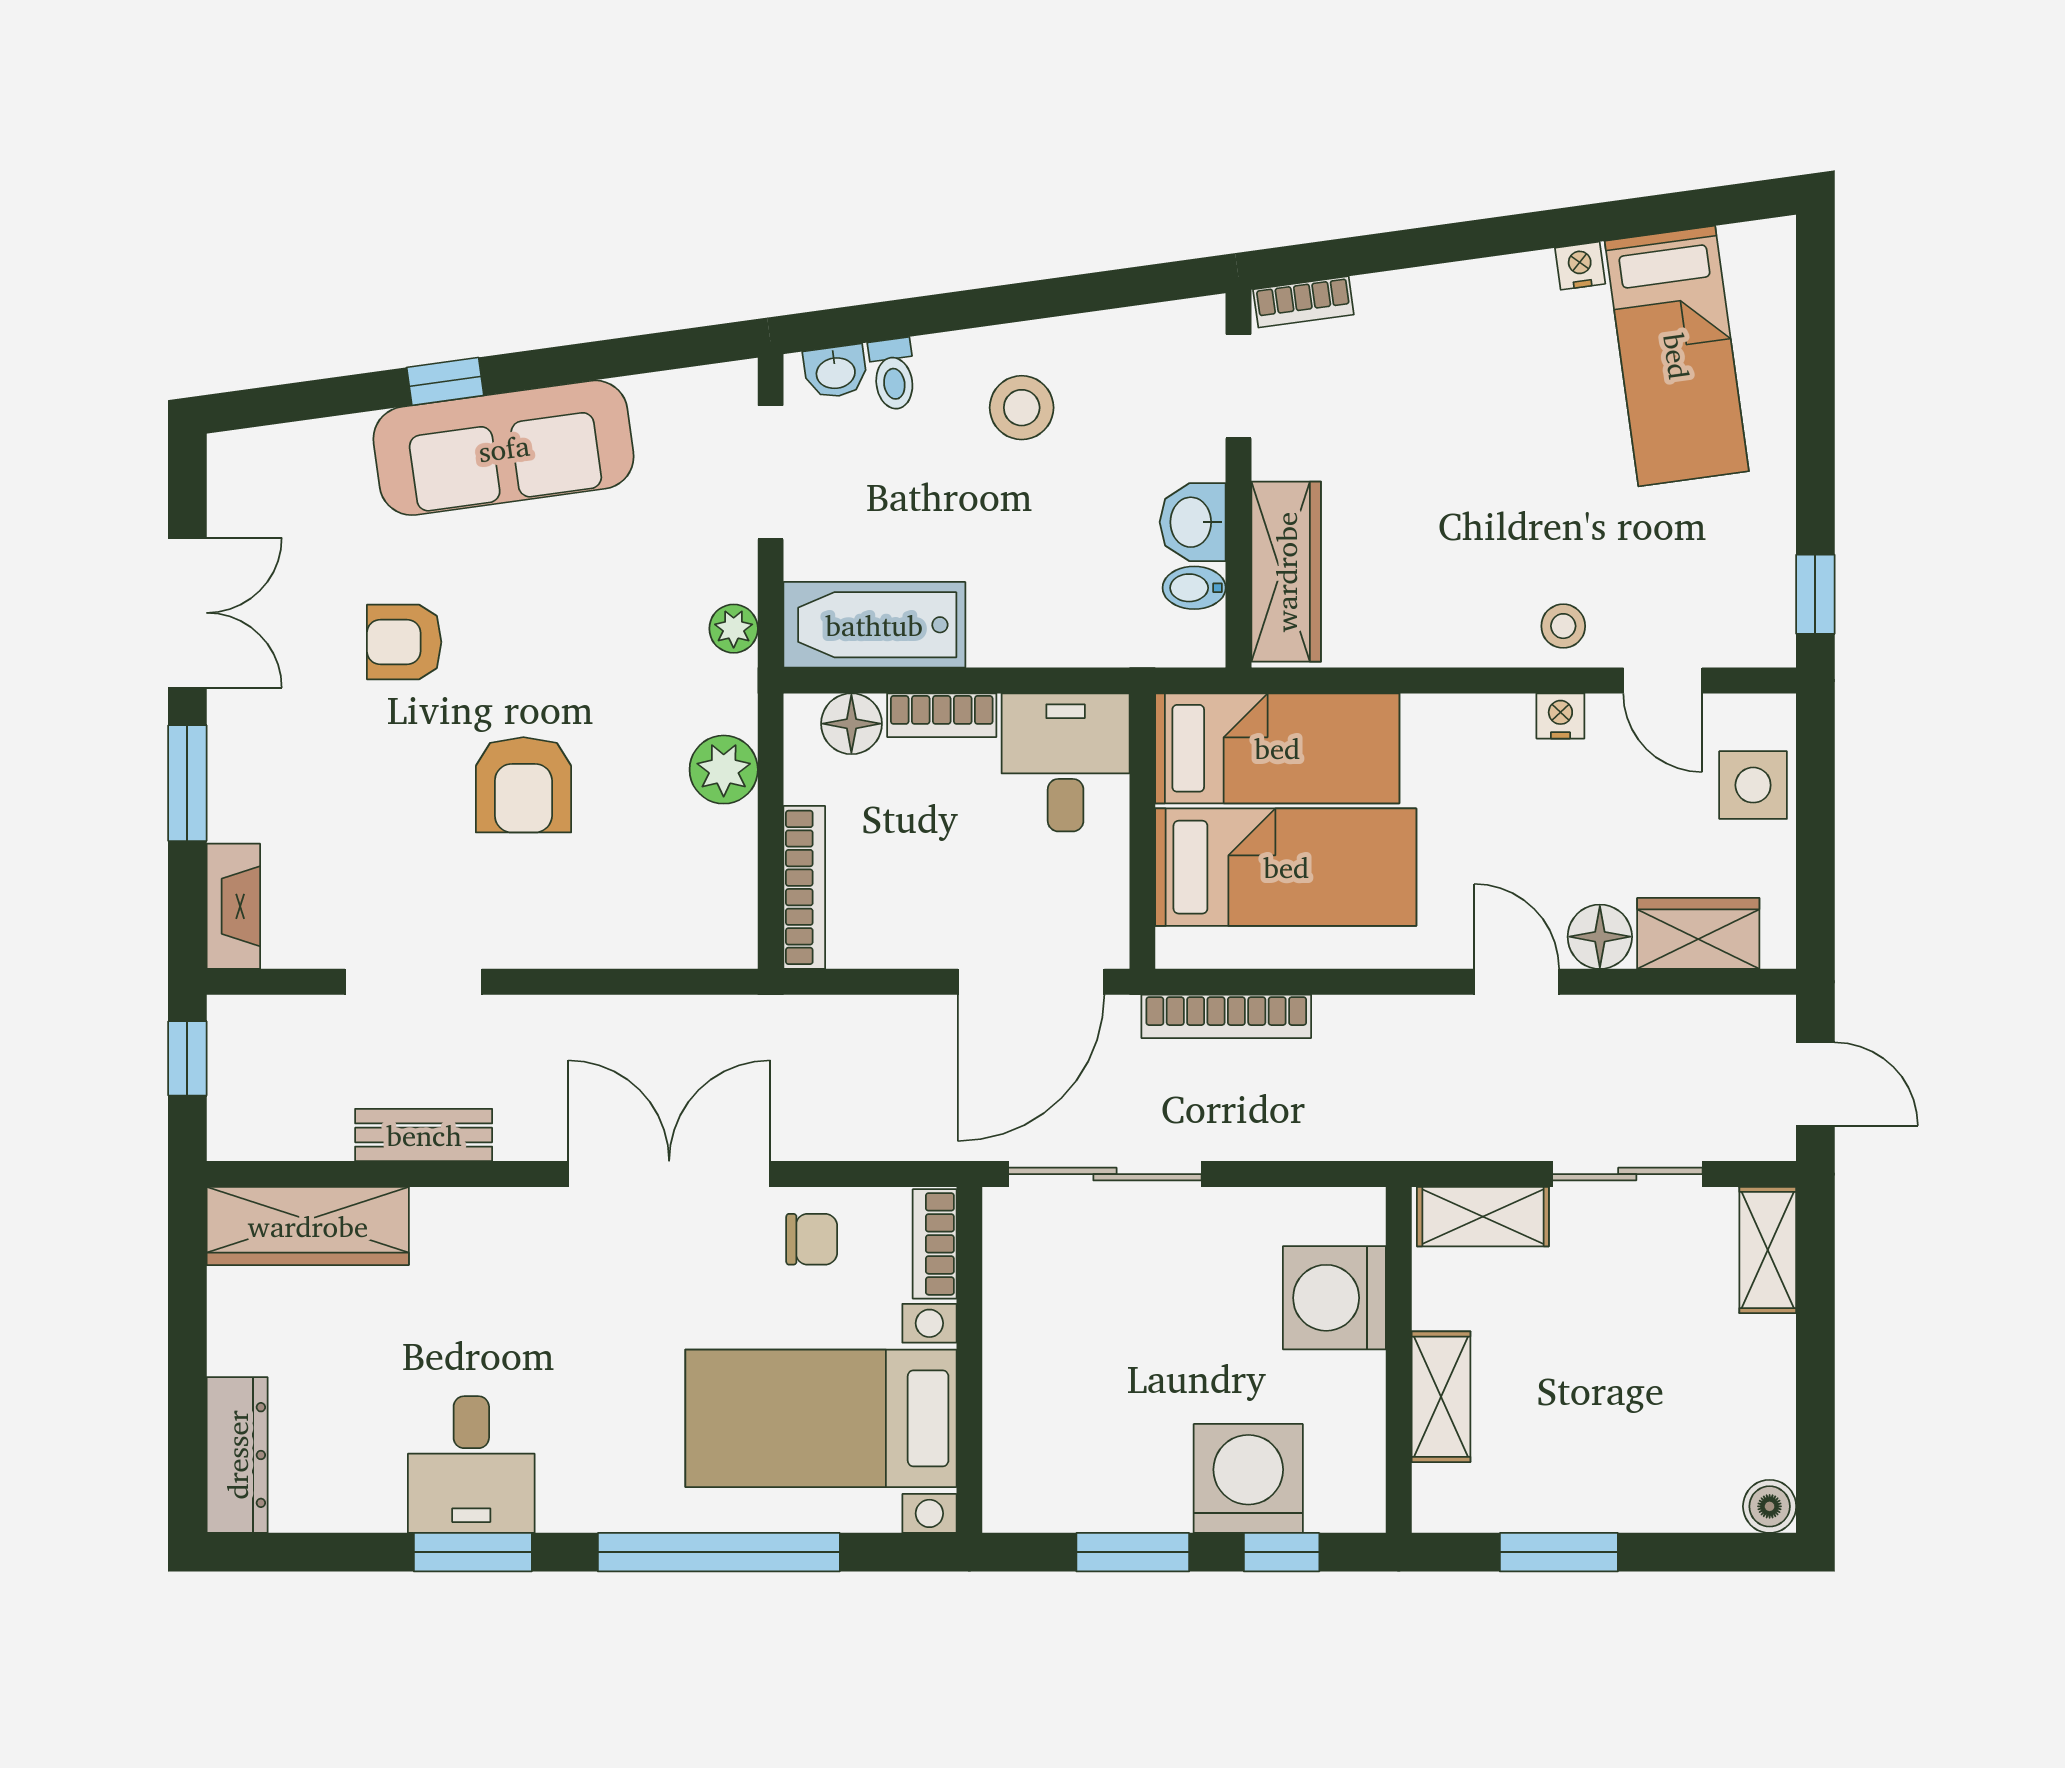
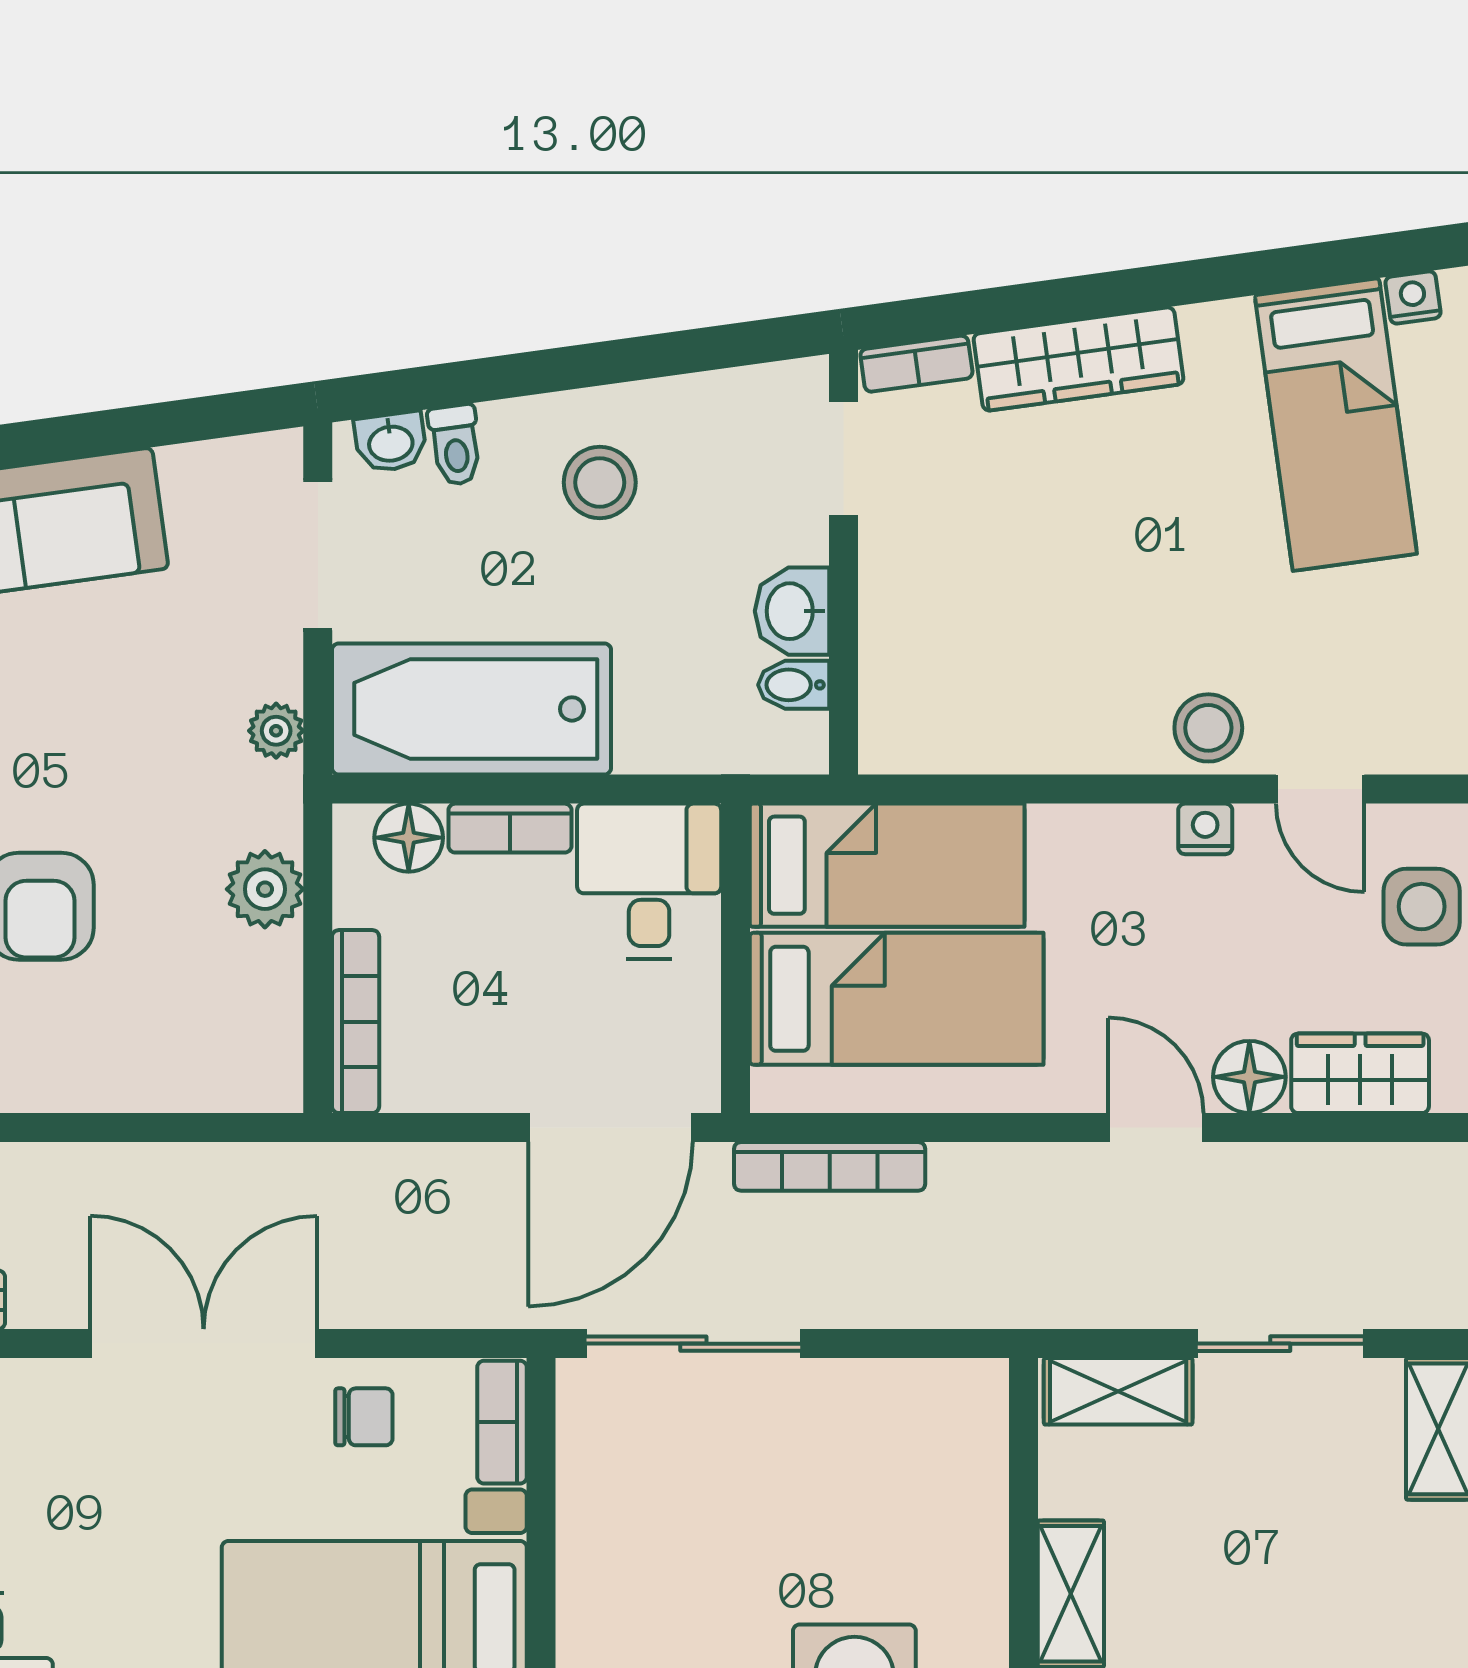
nightstand: (1580, 266) -> (1413, 297), moved
wardrobe: (1286, 572) -> (1079, 359), moved, turned 82
bathtub: (874, 625) -> (472, 709), width x1.36, depth x1.36
stool: (1563, 626) -> (1208, 728), width x1.37, depth x1.37
washing machine: (1334, 1298) -> (951, 1483), removed

